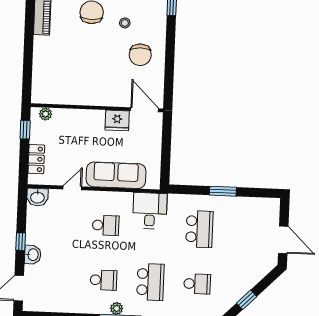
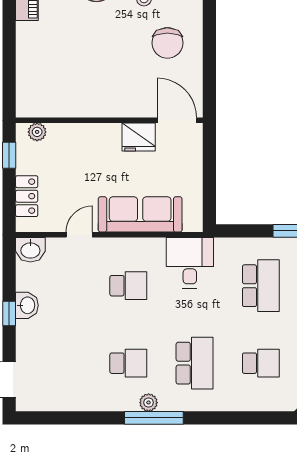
washbasin: (33, 255) -> (27, 305), moved

